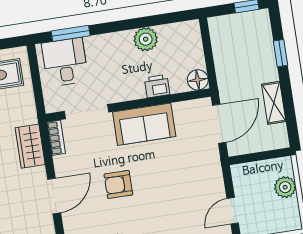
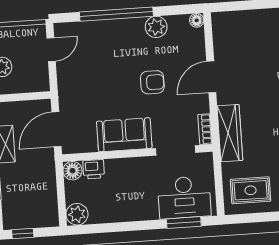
plant: (146, 39) -> (77, 214), moved
desk: (65, 62) -> (184, 197), width x1.37
printer: (157, 86) -> (94, 169), moved
wardrobe: (30, 146) -> (230, 133), width x1.50

